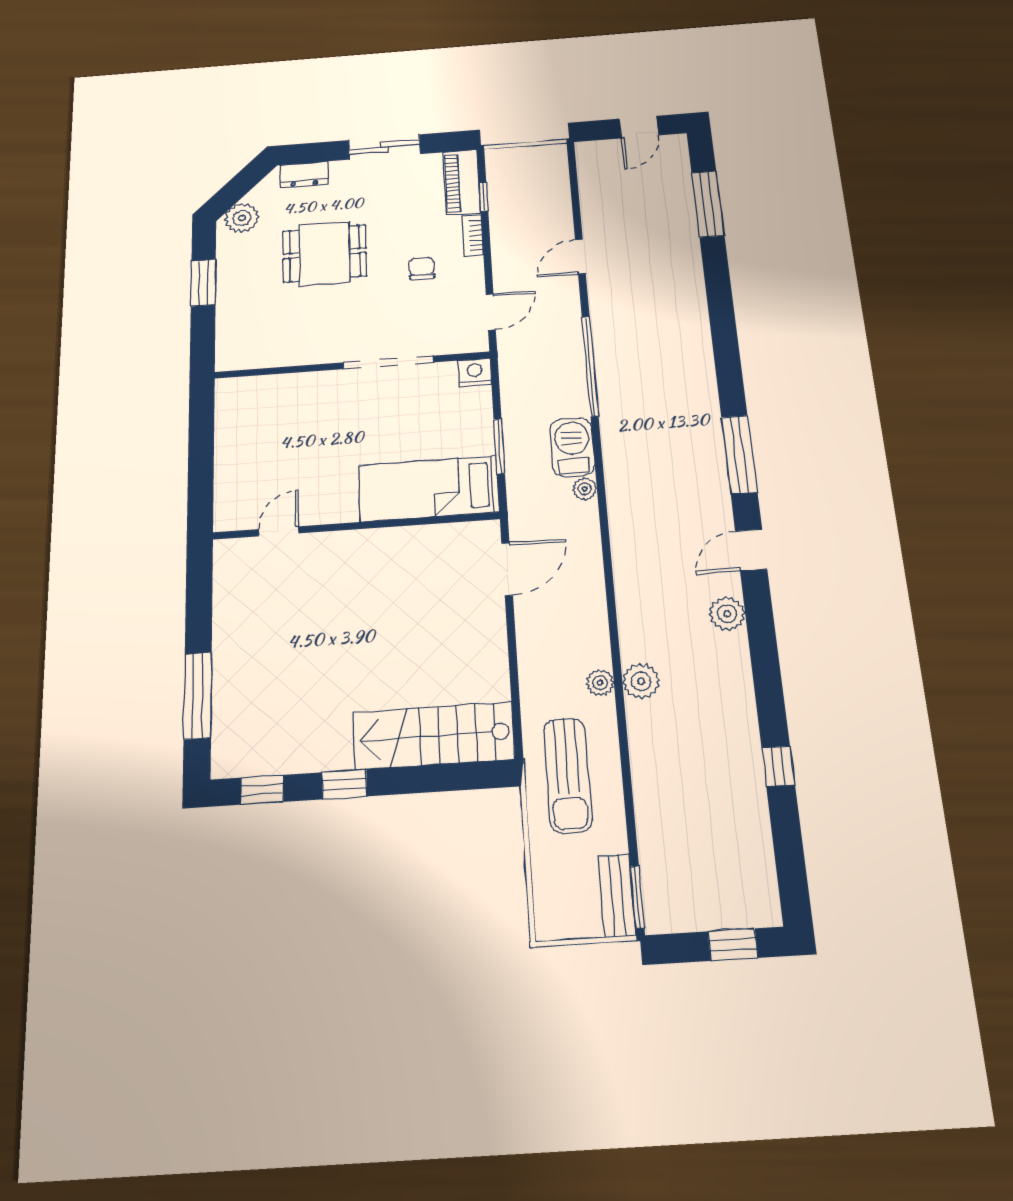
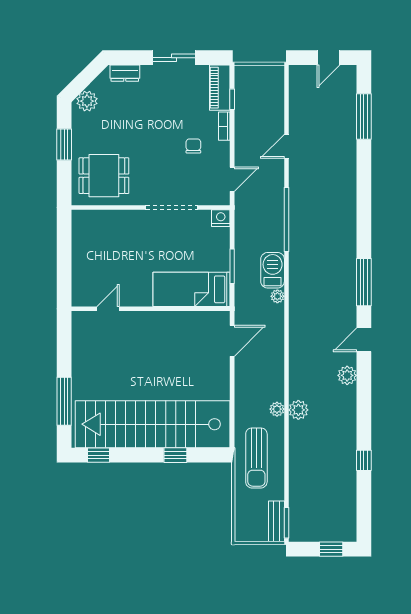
dining table: (325, 253) -> (104, 176), moved
stairs: (433, 736) -> (153, 424), width x1.86, depth x1.51
window: (344, 784) -> (175, 455), moved

